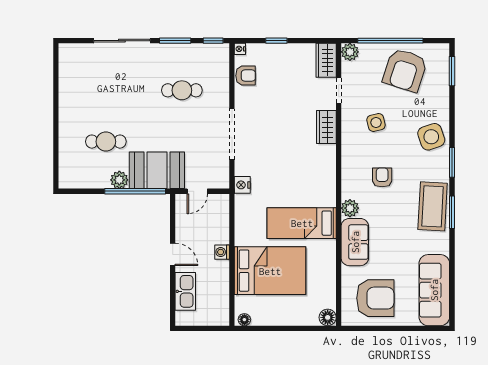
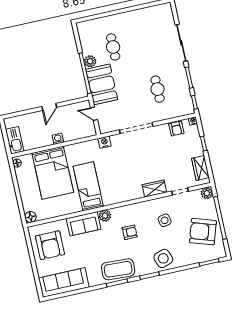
wardrobe: (326, 60) -> (200, 168), moved, turned -90
kitchen sink: (185, 291) -> (15, 140), moved, turned -90

